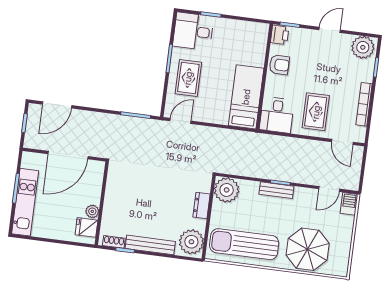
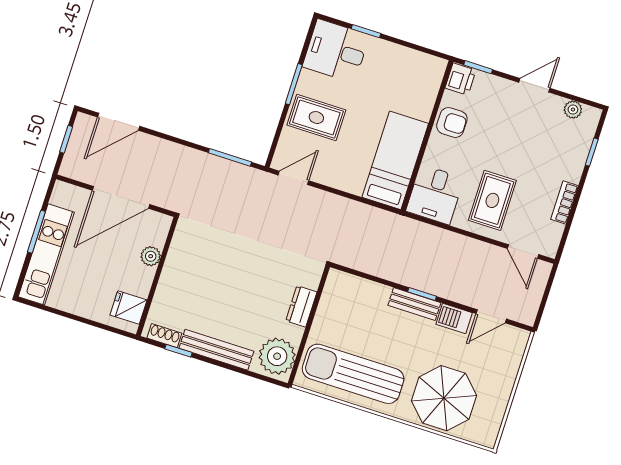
plant: (363, 47) -> (573, 110), width x0.53, depth x0.53
rug: (188, 78) -> (316, 118), turned 90
bookcase: (364, 104) -> (565, 203), width x0.64
plant: (227, 190) -> (342, 290), removed
barbecue: (349, 204) -> (454, 319), moved, turned -90
plant: (92, 211) -> (151, 256), moved

